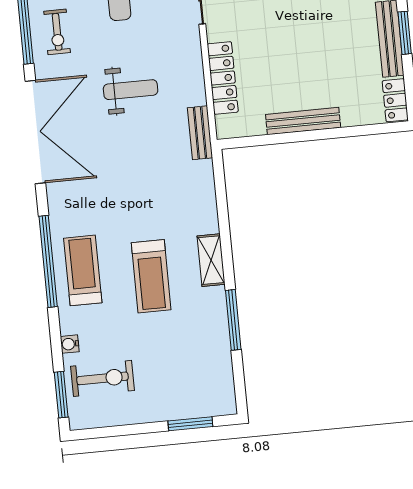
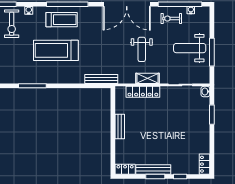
bench: (303, 121) -> (120, 126), width x0.73
bench: (200, 133) -> (101, 79), moved, width x1.36
shelving: (211, 260) -> (147, 78), moved
treadmill: (151, 276) -> (56, 50), width x1.37, depth x1.38

